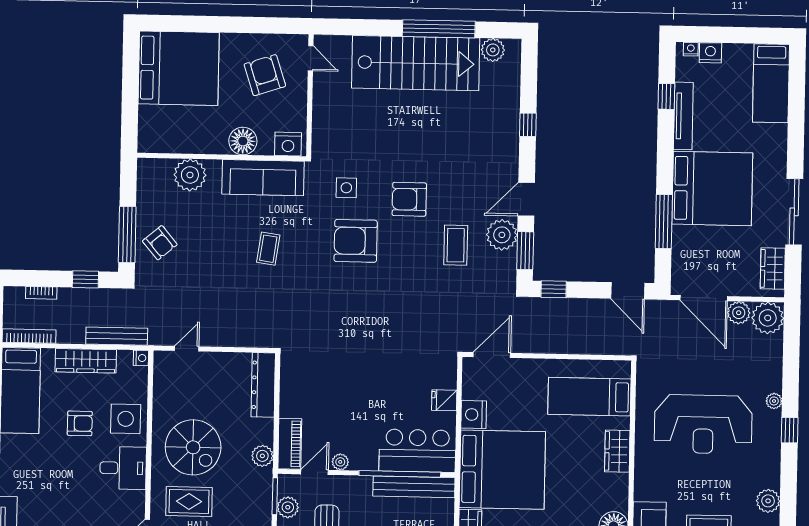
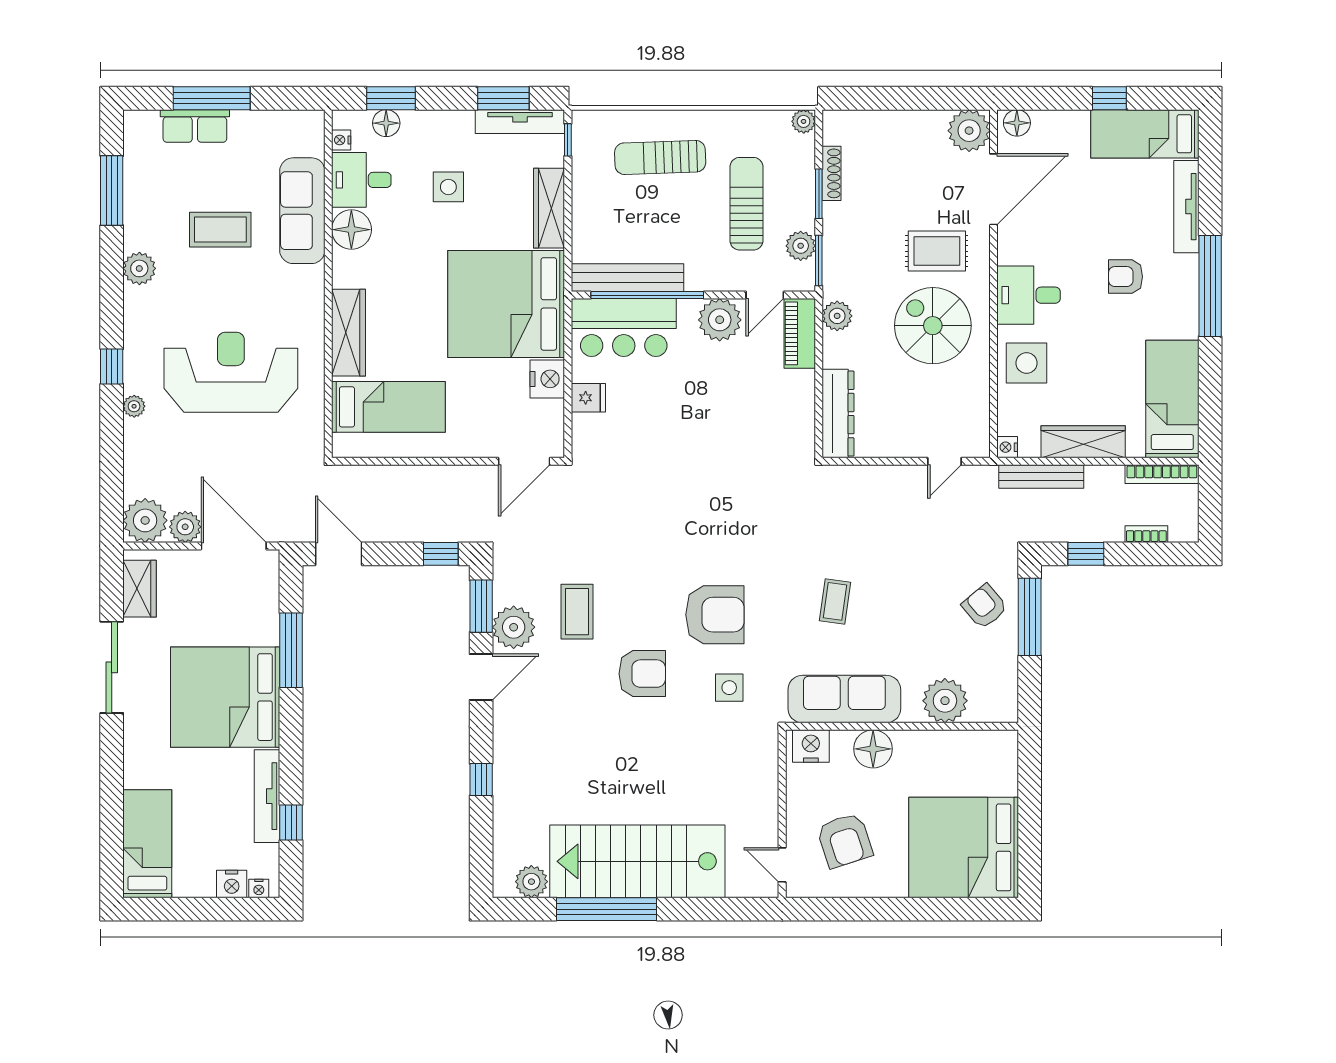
armchair: (80, 423) -> (1126, 277), moved
wardrobe: (617, 451) -> (348, 333), width x1.50
plant: (340, 462) -> (720, 320), width x1.87, depth x1.87

